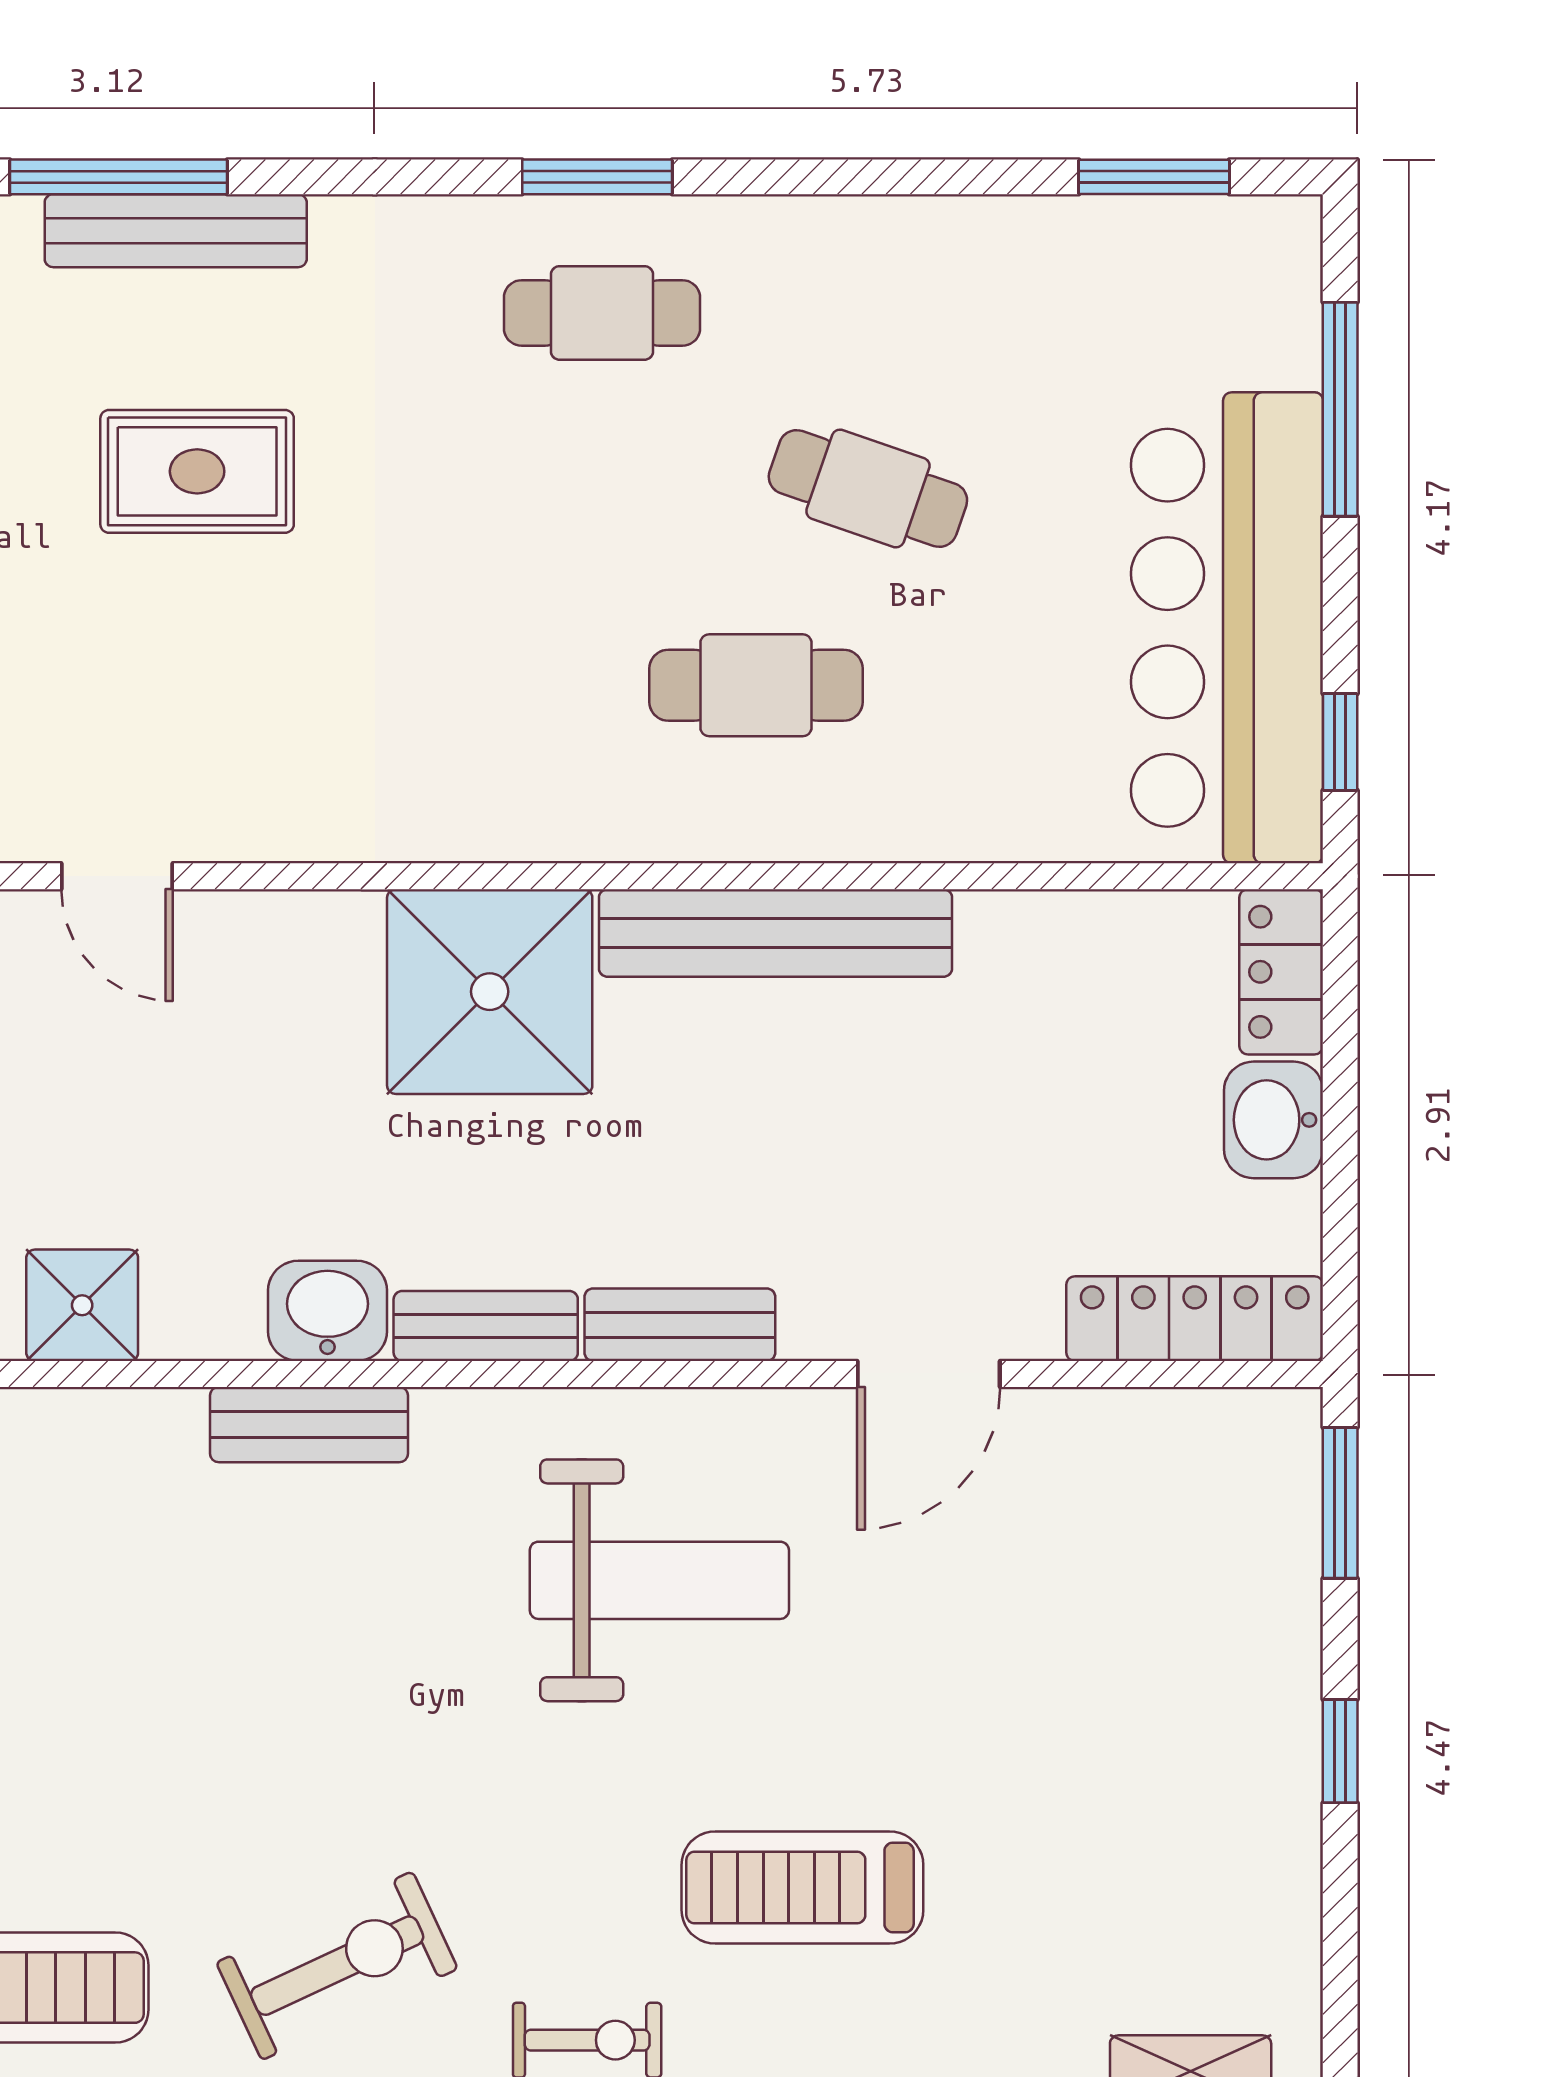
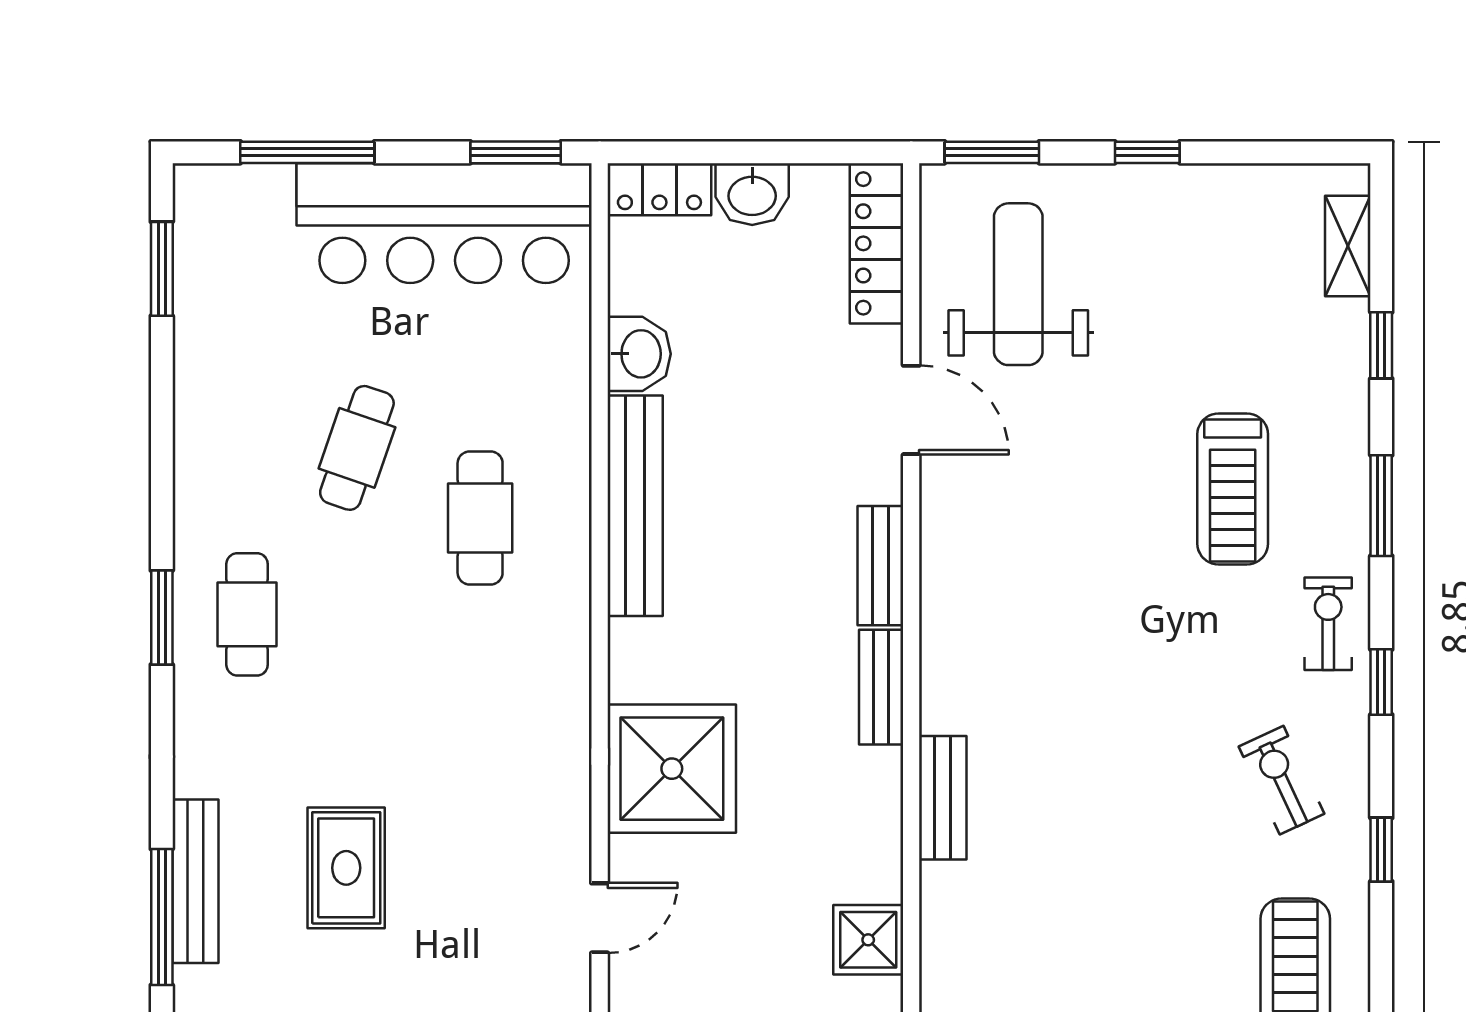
window: (1340, 742) -> (516, 152), width x1.50
shower: (490, 992) -> (672, 769), moved
washbasin: (327, 1311) -> (639, 354), moved, turned 180
weight bench: (659, 1580) -> (1018, 284), moved
exercise bike: (337, 1966) -> (1282, 780), width x0.73, depth x0.72

